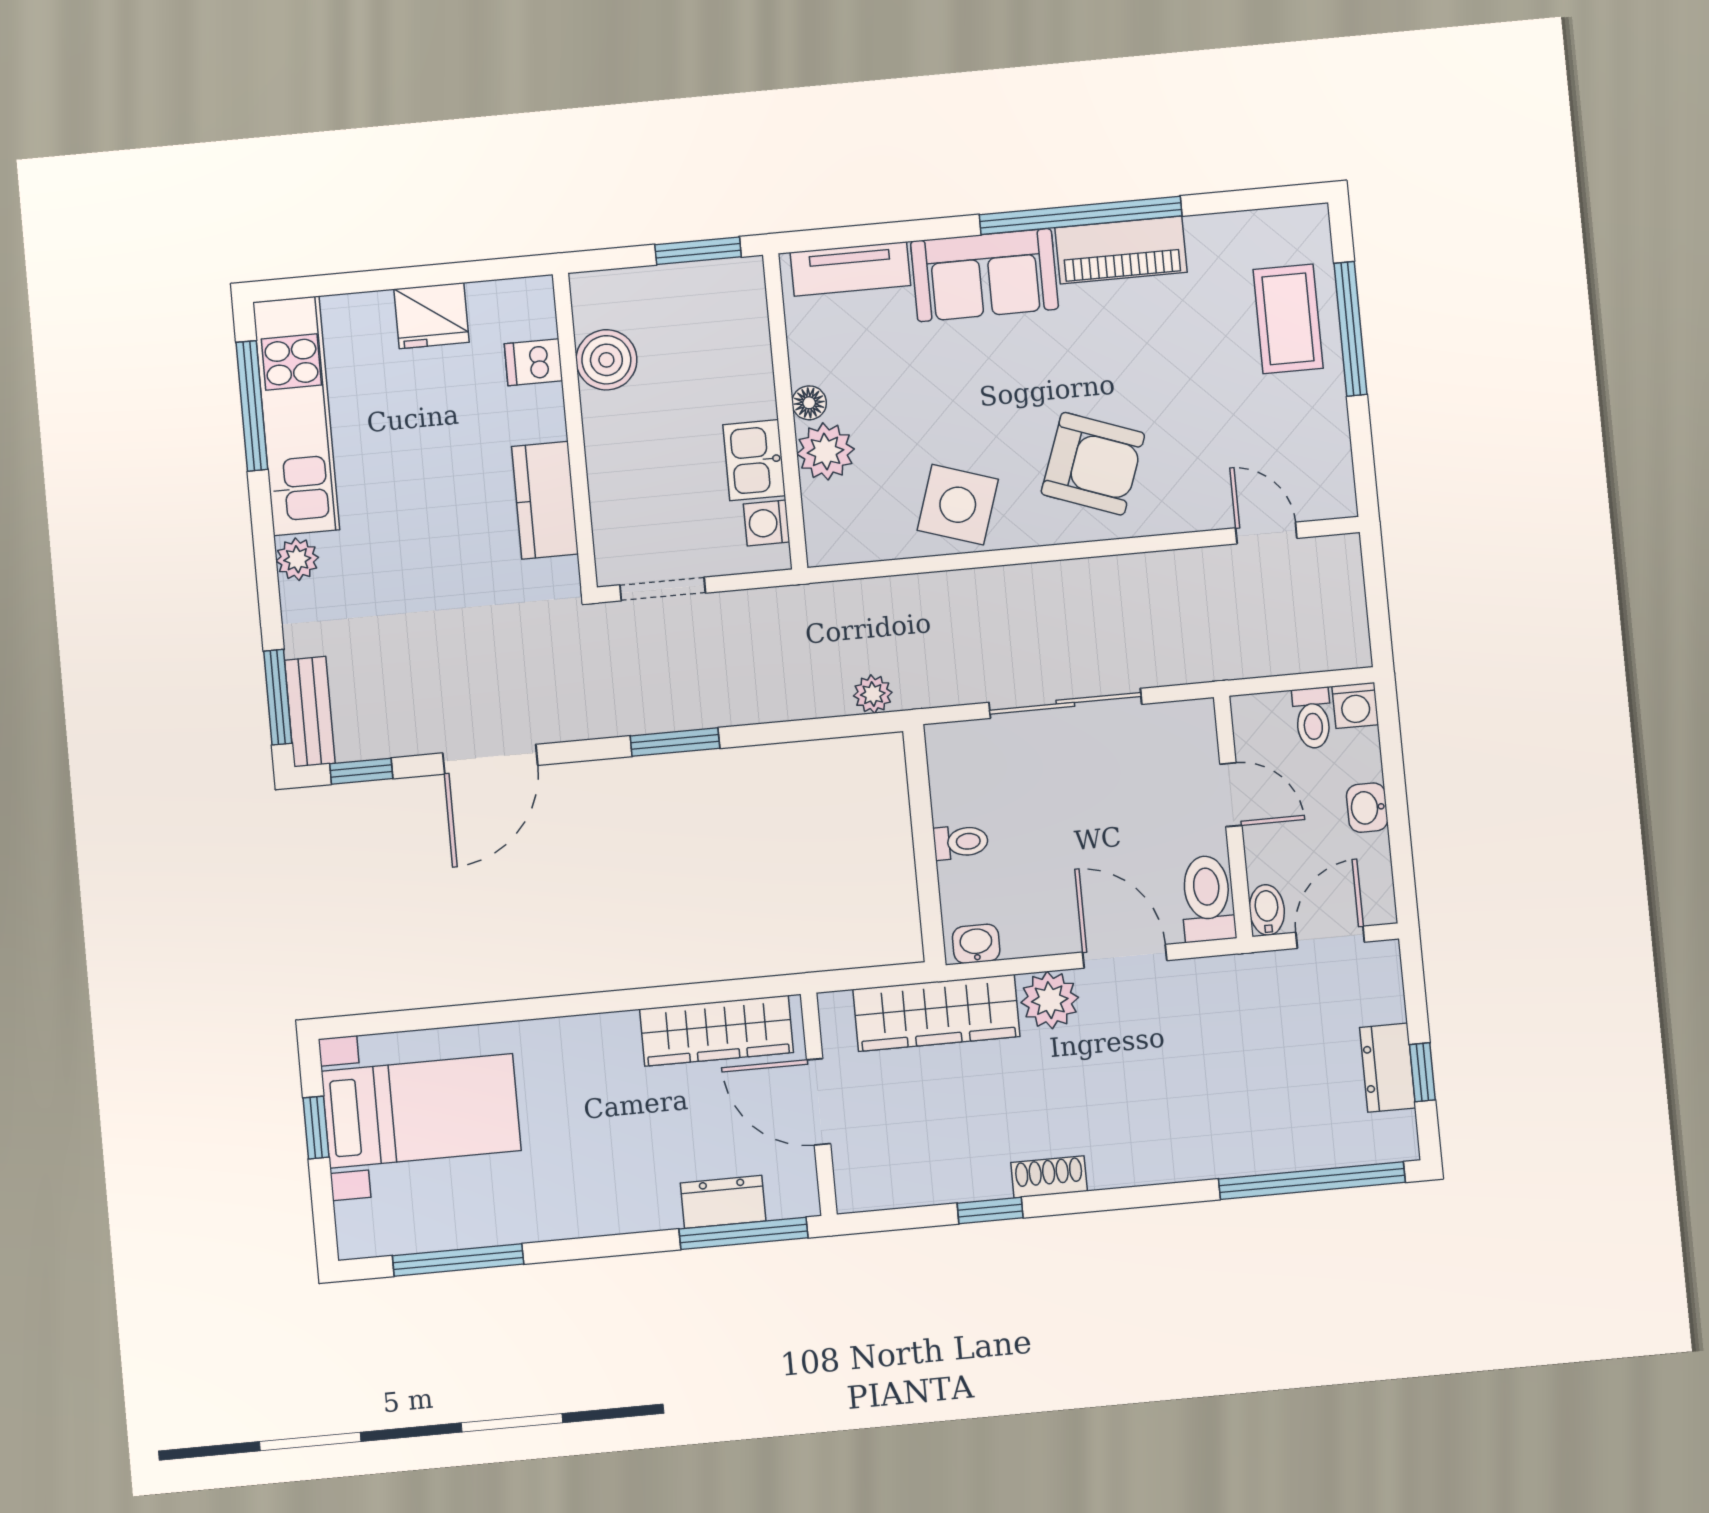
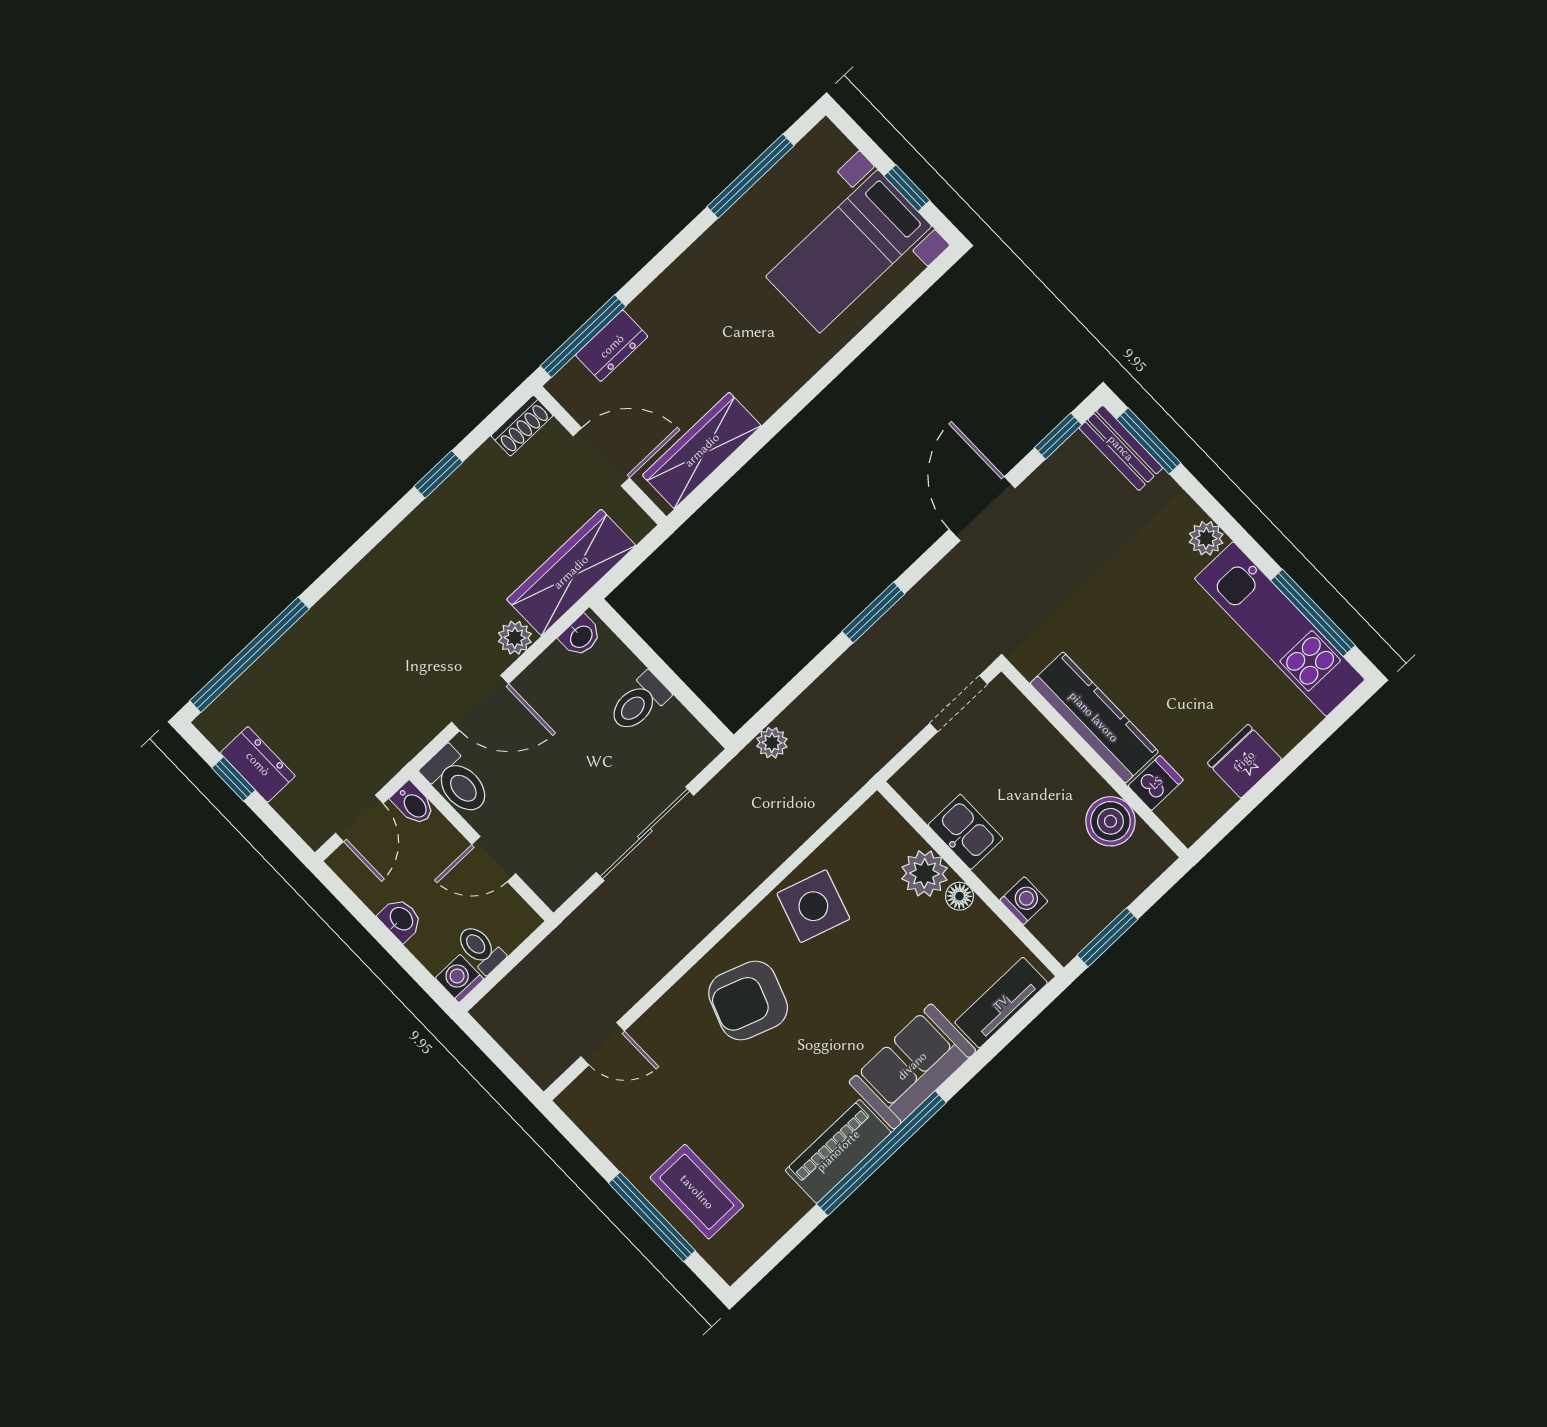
kitchen counter: (545, 500) -> (1094, 717), width x1.50
washing machine: (767, 523) -> (1024, 901), moved
toilet: (961, 842) -> (639, 702), width x1.37, depth x1.39
plant: (1050, 1000) -> (515, 638), width x0.73, depth x0.73
shoe rack: (1049, 1177) -> (522, 426), moved

